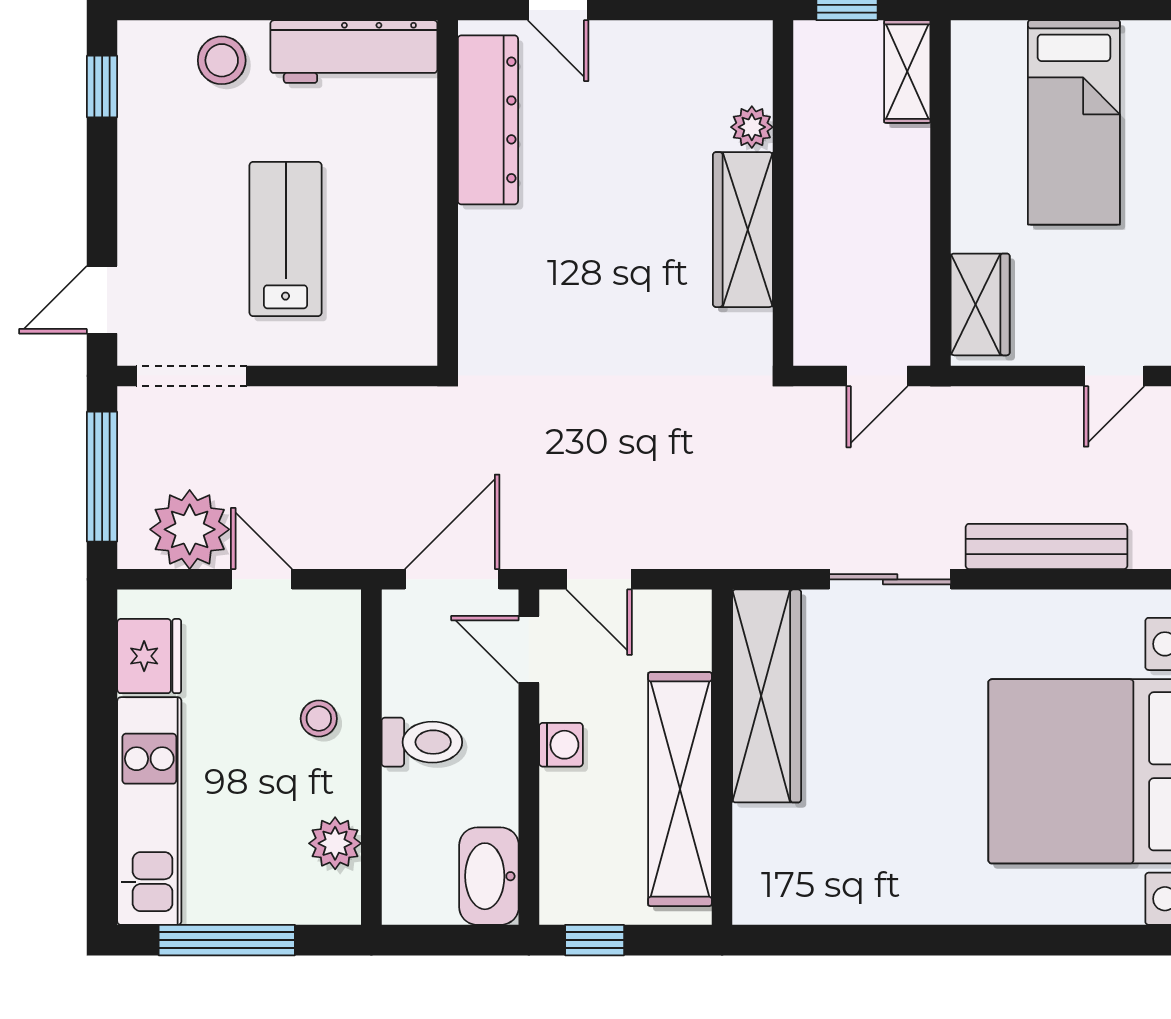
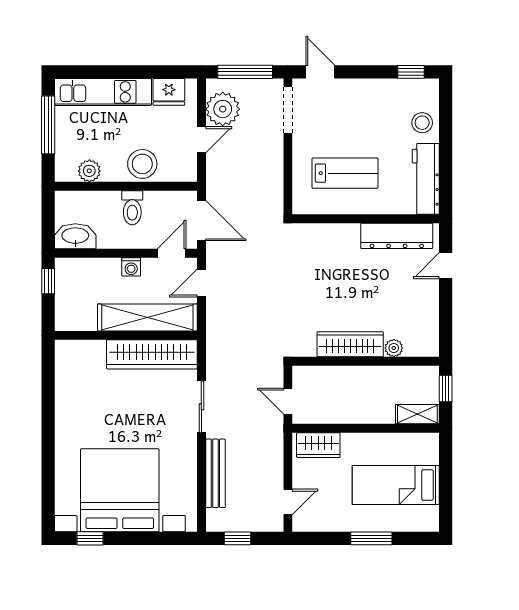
lab bench: (286, 239) -> (345, 173), moved
door: (1114, 376) -> (288, 502), swing flipped
stool: (319, 719) -> (142, 164), width x1.89, depth x1.89
shelving: (680, 789) -> (147, 317), moved

